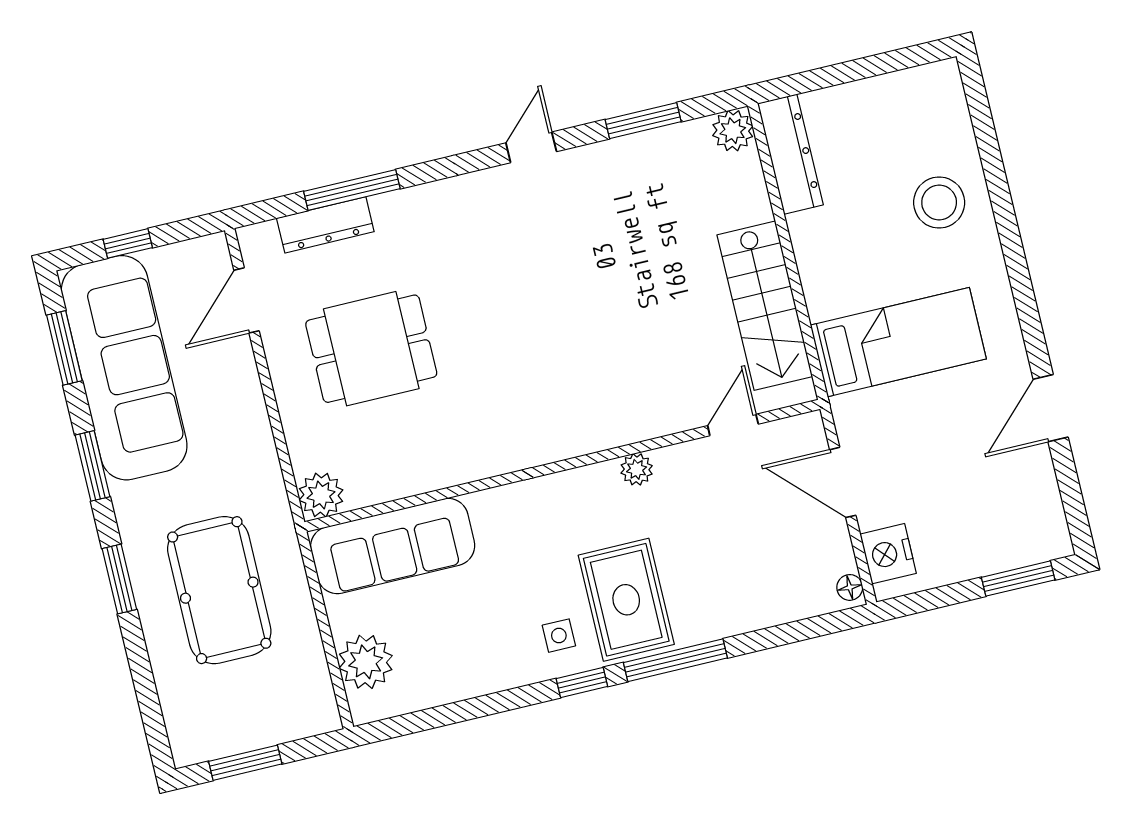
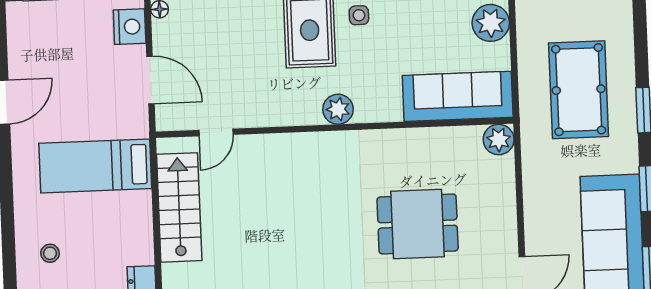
stool: (939, 203) -> (50, 253), width x0.53, depth x0.53
dining table: (371, 349) -> (418, 224), moved
plant: (637, 469) -> (338, 109), moved, width x1.38, depth x1.38

